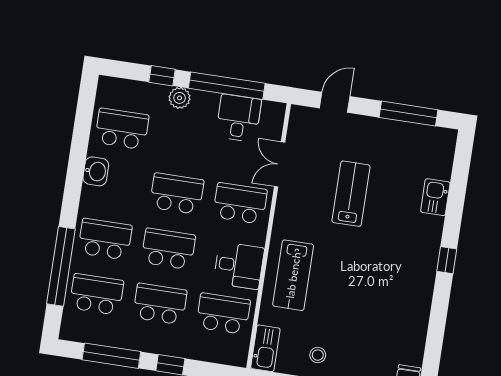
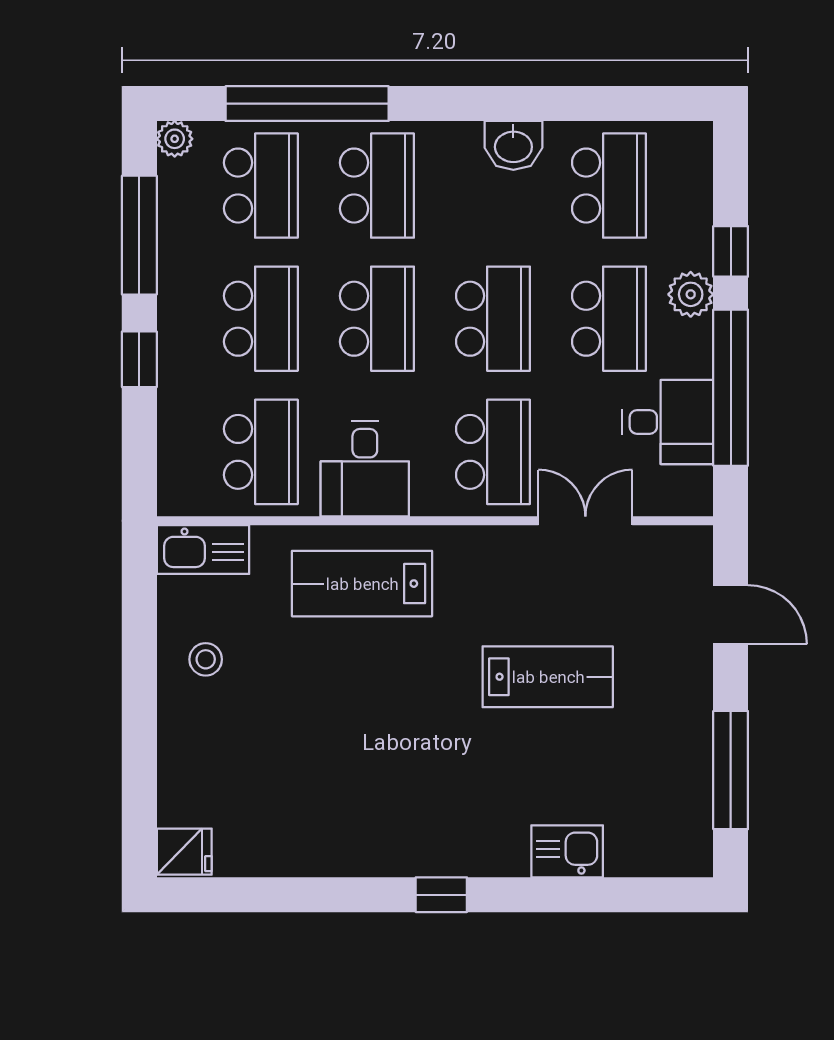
school desk: (185, 138) -> (609, 319), added
plant: (68, 332) -> (175, 139), added

